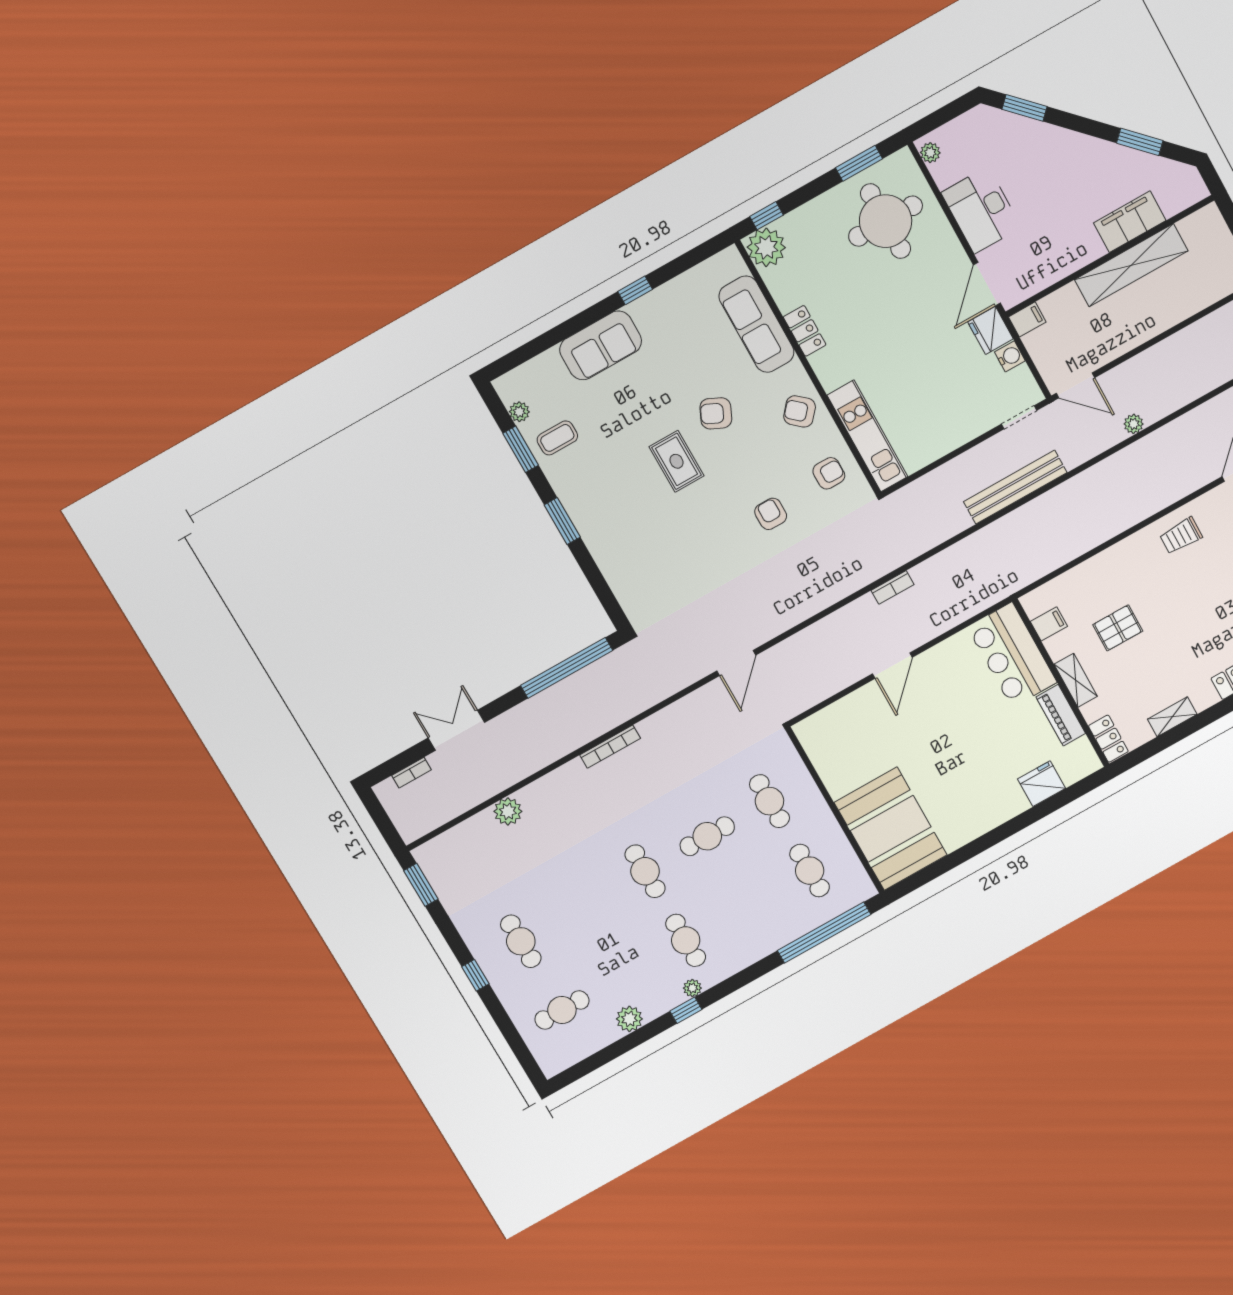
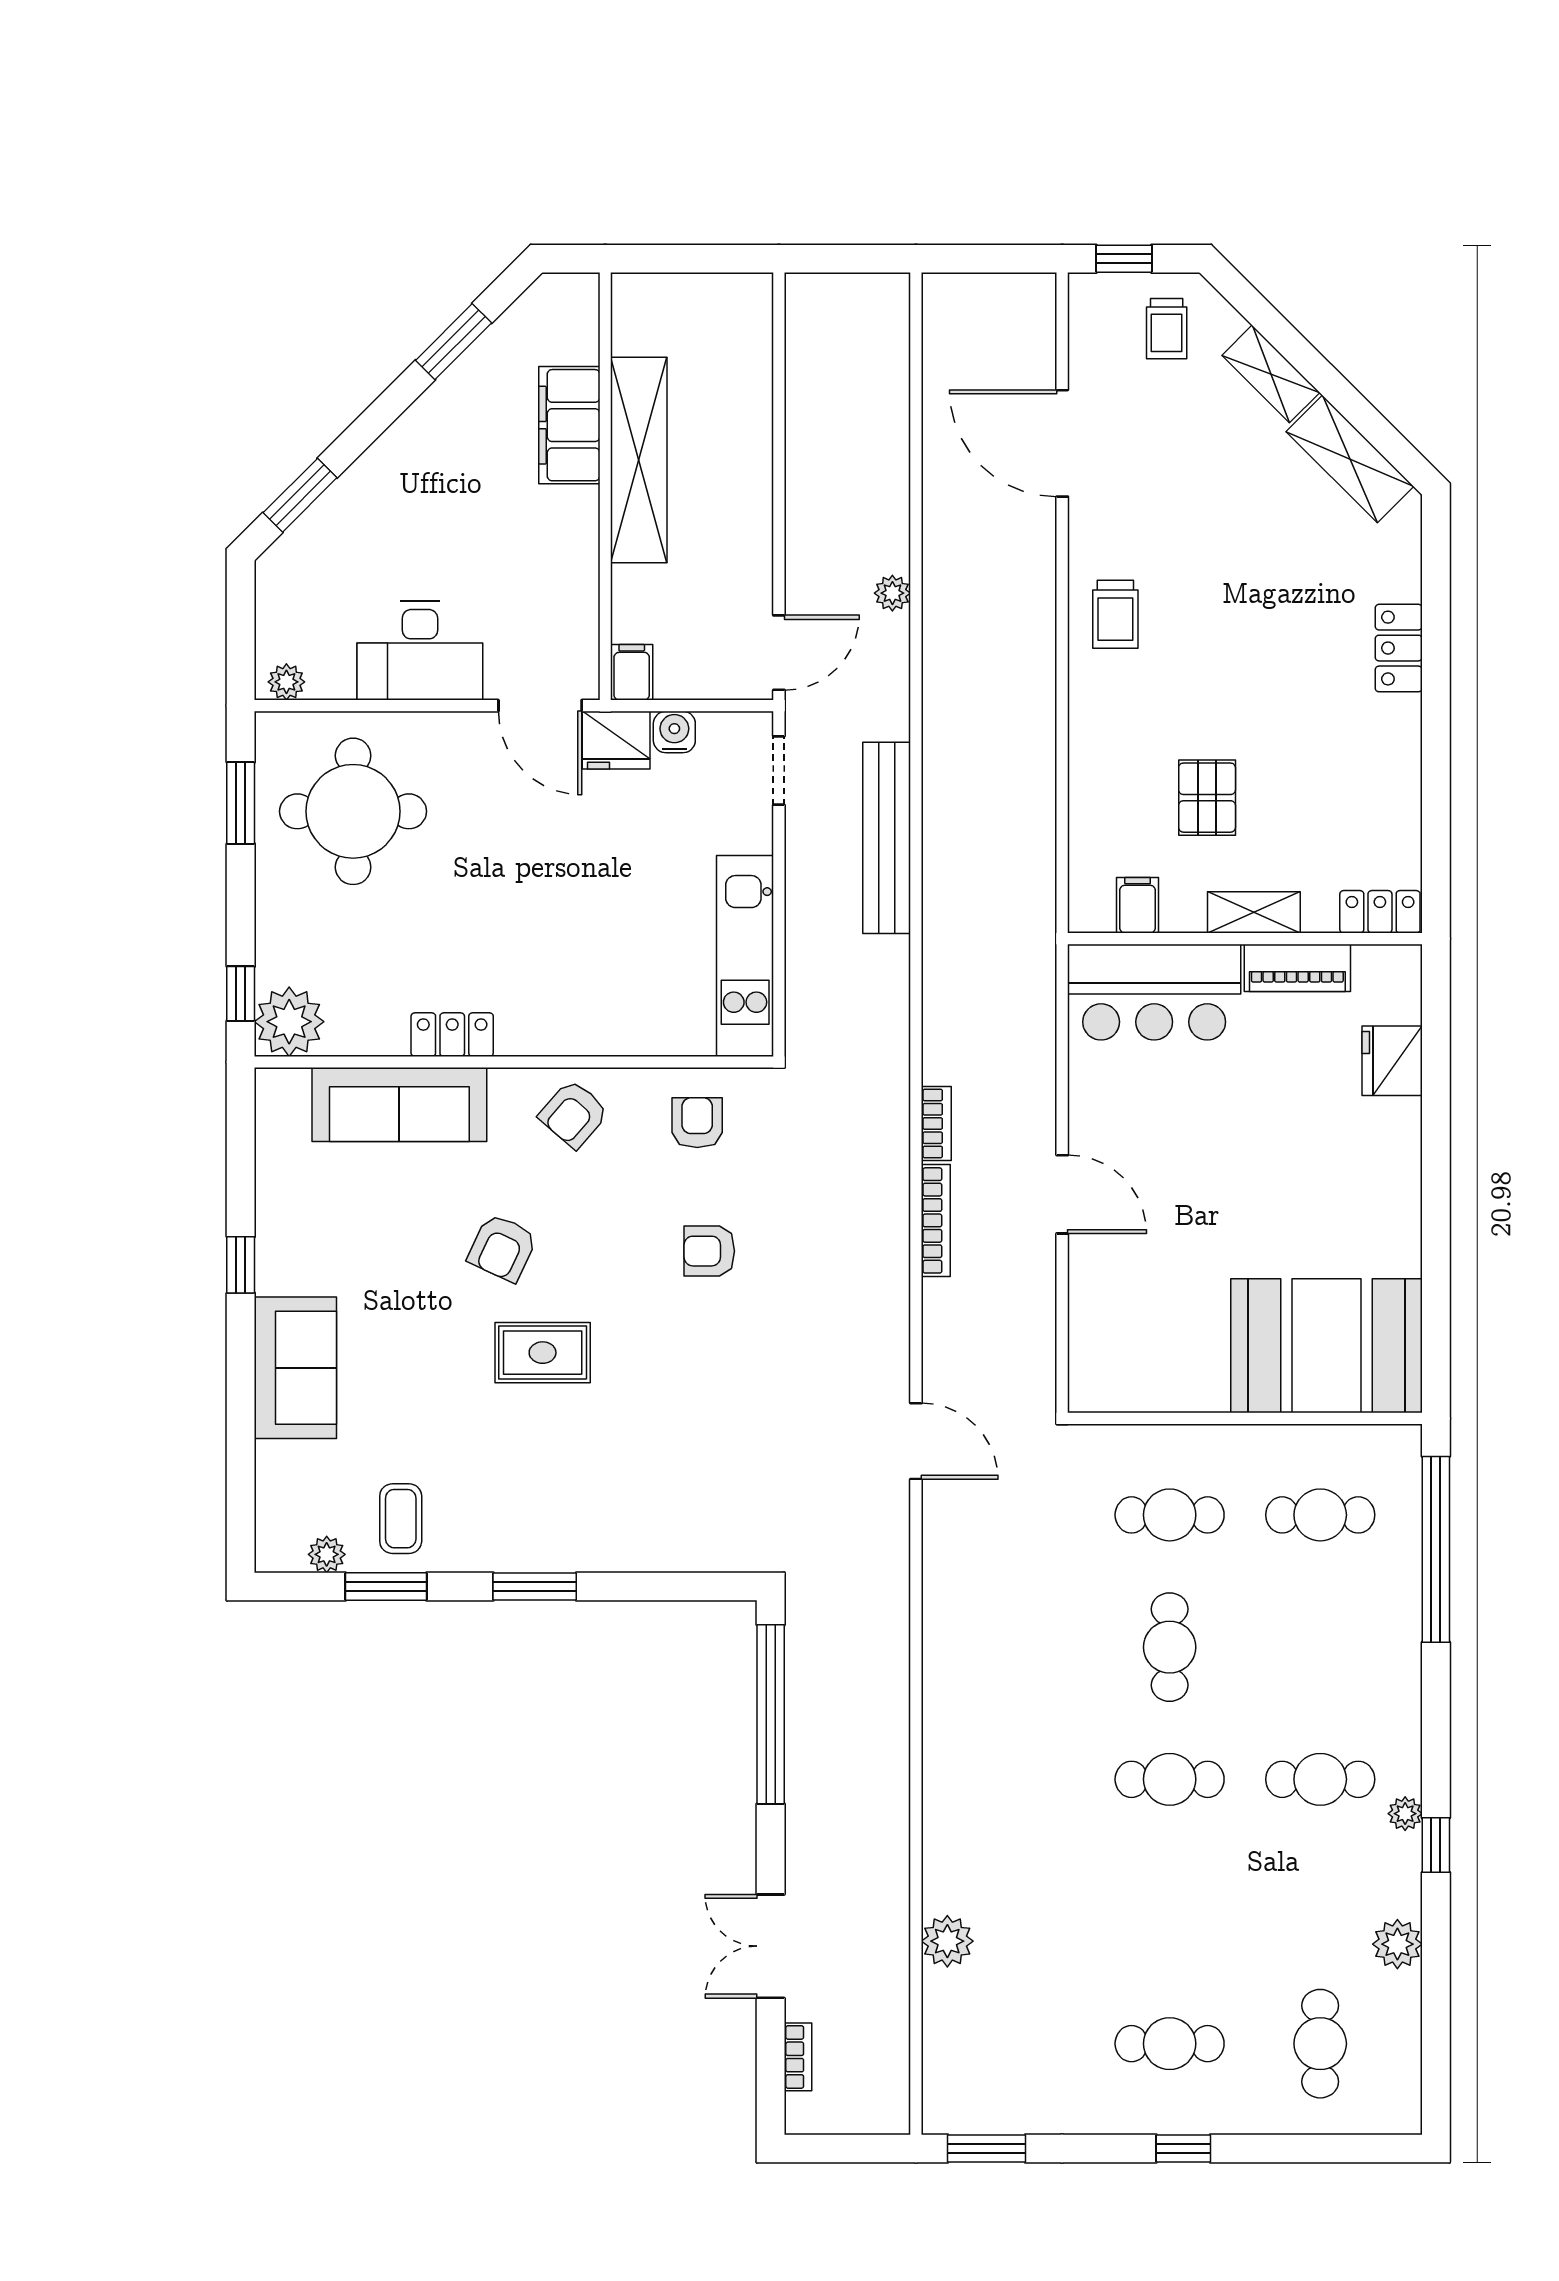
kitchen unit: (867, 436) -> (745, 956), moved, turned -90
shelving: (1172, 717) -> (1403, 788), removed
bookcase: (610, 747) -> (936, 1220), moved

